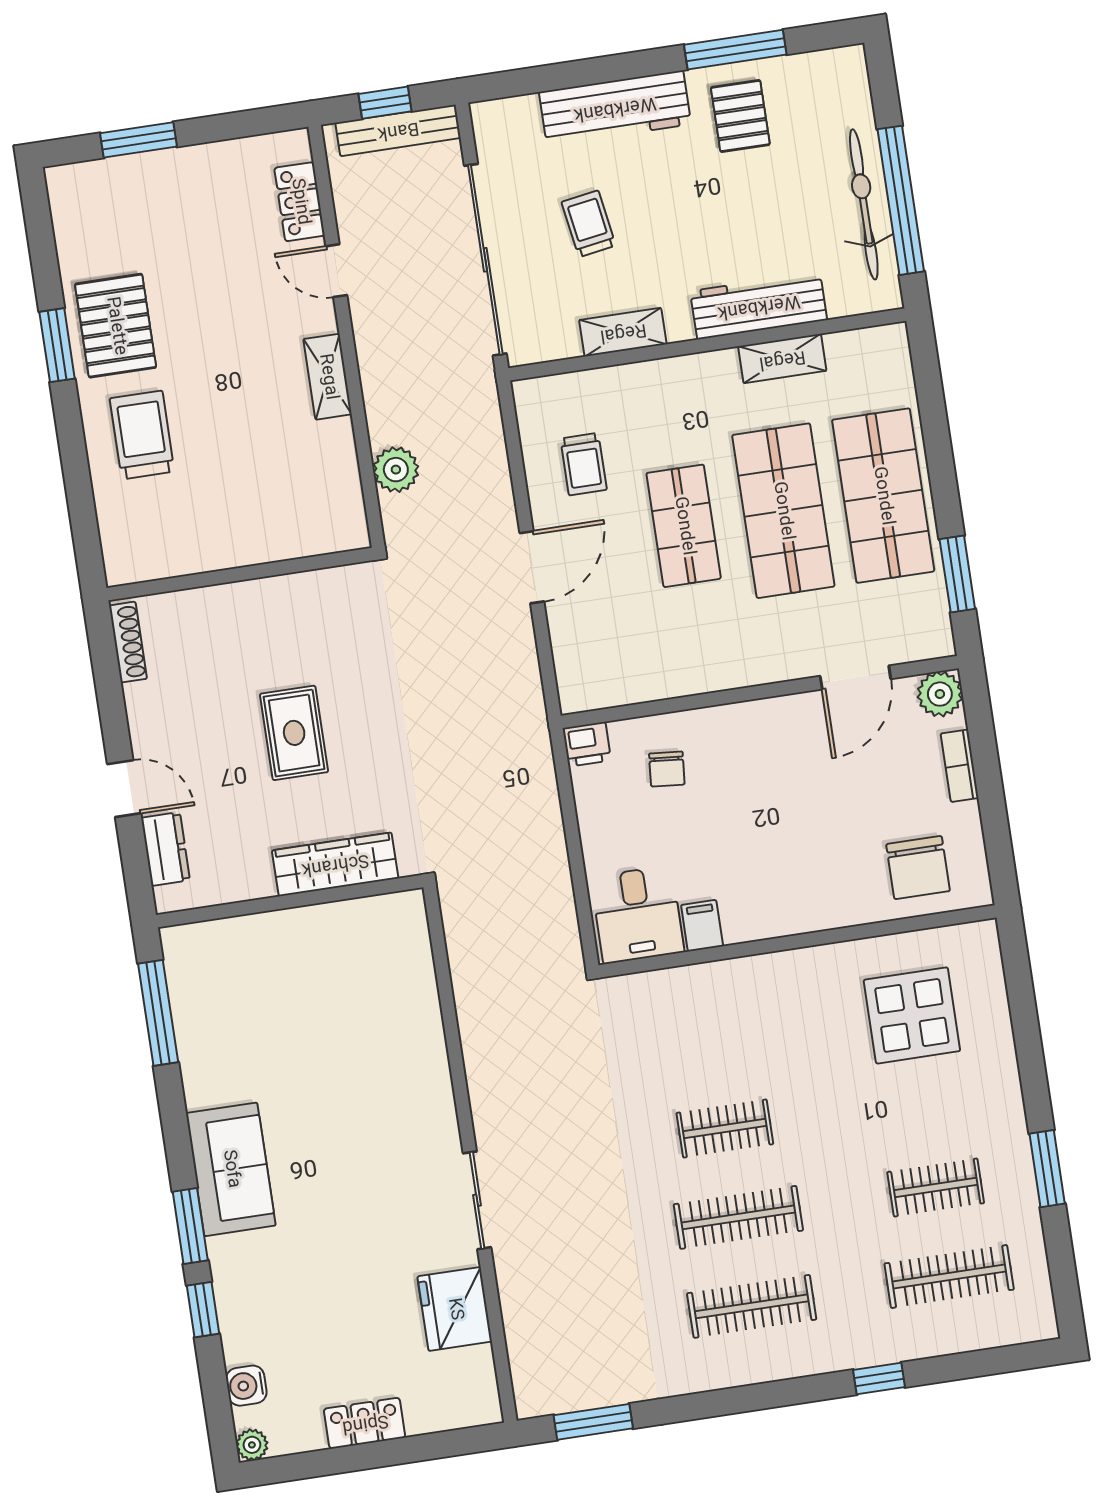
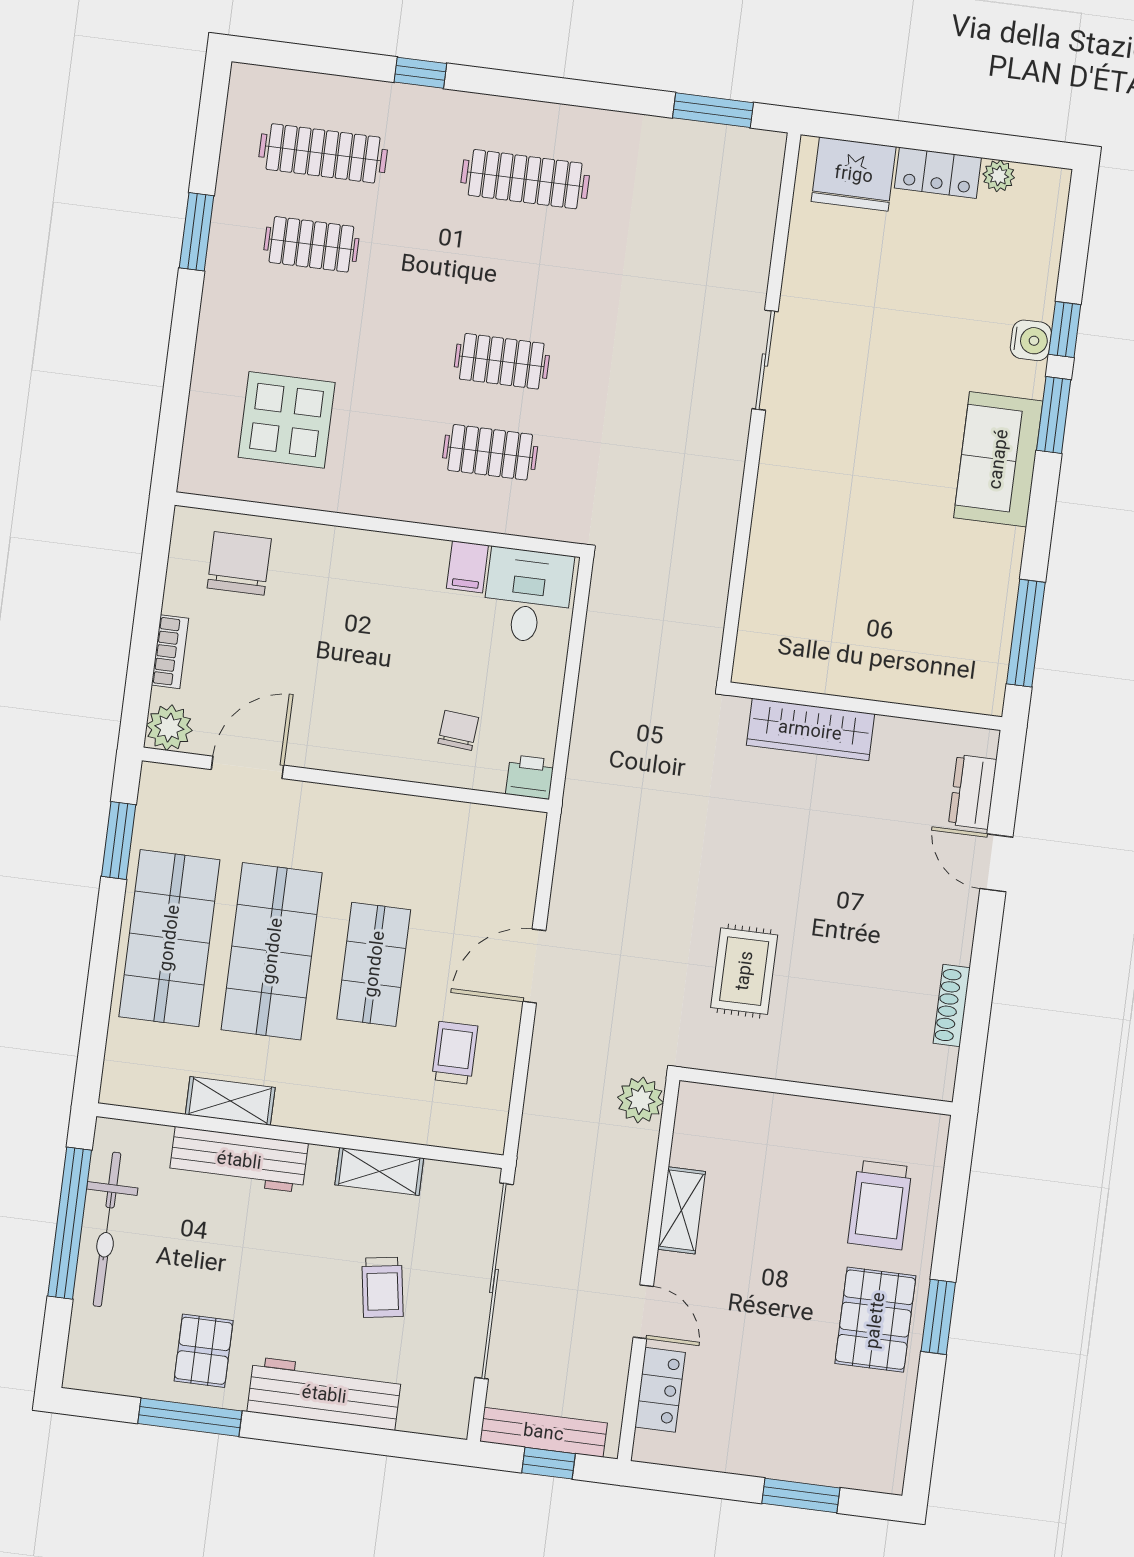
wall: (240, 574) -> (816, 1091), moved
rug: (294, 733) -> (744, 971), moved
clothes rail: (738, 1217) -> (490, 452), moved, width x0.73
fridge: (455, 1309) -> (854, 174), moved, turned 90
water cooler: (246, 1386) -> (1031, 340), moved
plant: (252, 1445) -> (999, 176), moved

